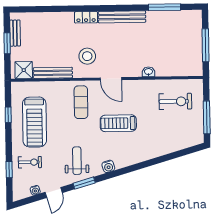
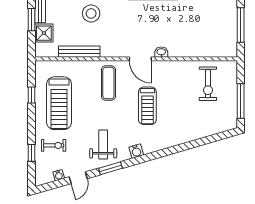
stool: (87, 56) -> (91, 13), moved
shower: (24, 70) -> (44, 33), moved
washbasin: (148, 72) -> (161, 52), moved
exercise bike: (175, 101) -> (208, 84), turned 90
treadmill: (118, 123) -> (147, 106), turned -90

